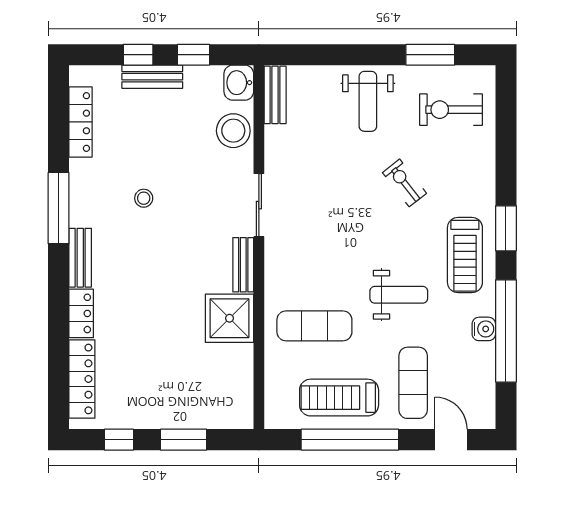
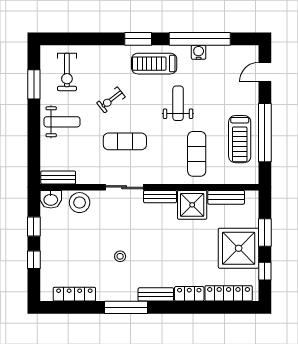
bench: (152, 77) -> (226, 197), moved, turned 90
treadmill: (465, 255) -> (154, 64), turned 180
exercise mat: (413, 383) -> (125, 141), moved
shower: (157, 396) -> (239, 248), added

